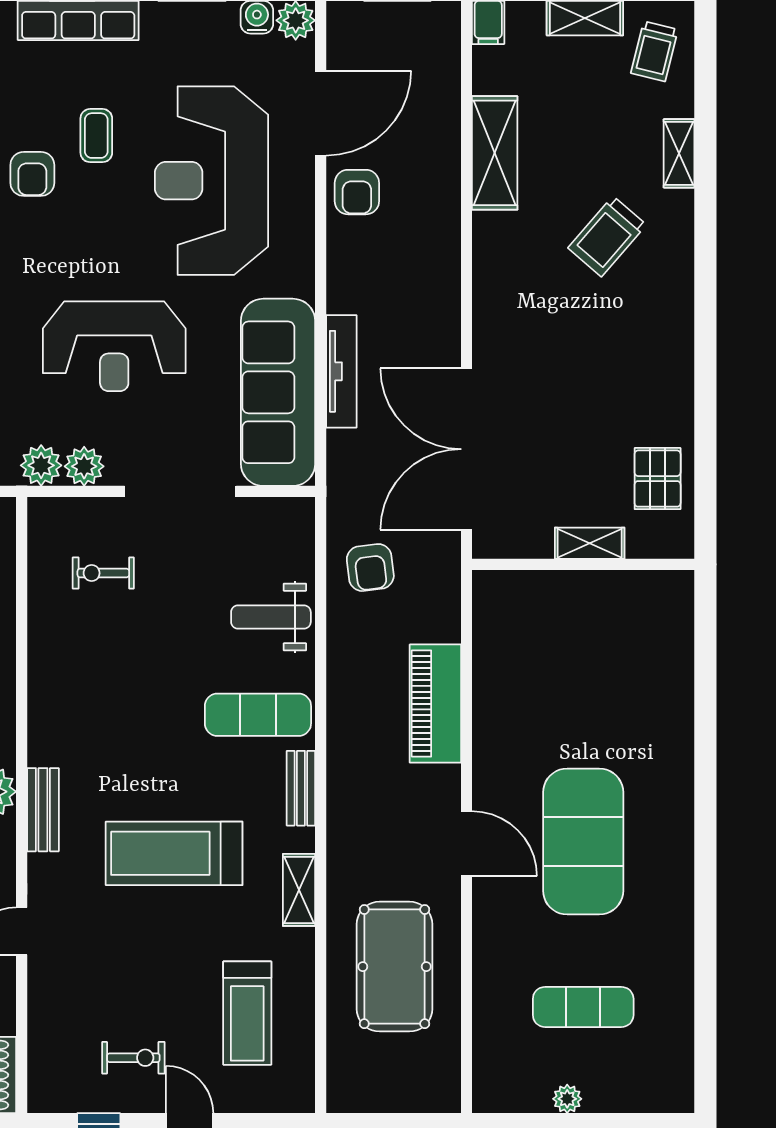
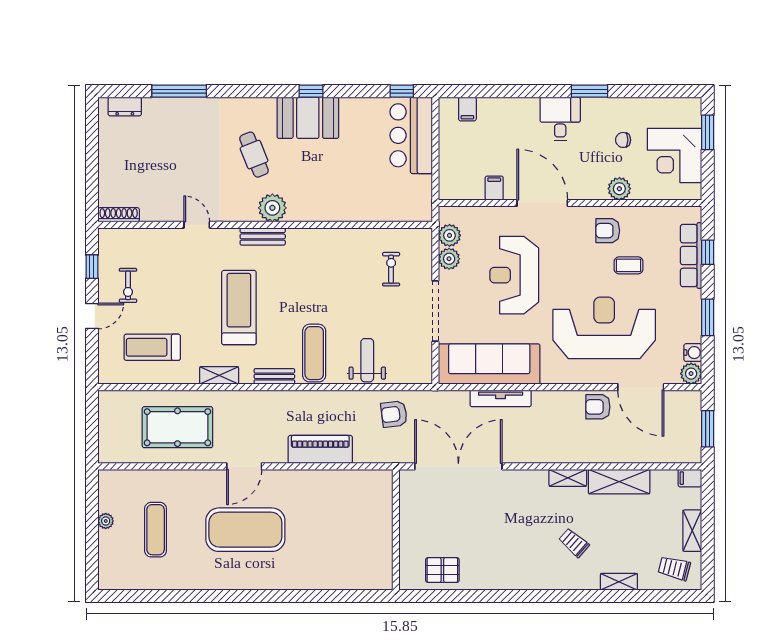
trolley: (607, 236) -> (574, 543), width x0.73, depth x0.72
shelving: (590, 543) -> (568, 478), moved, turned 90

